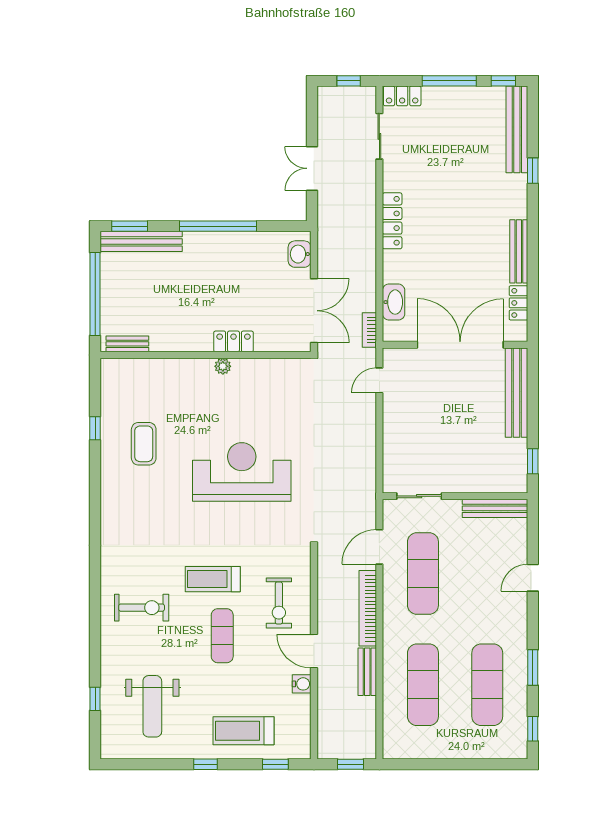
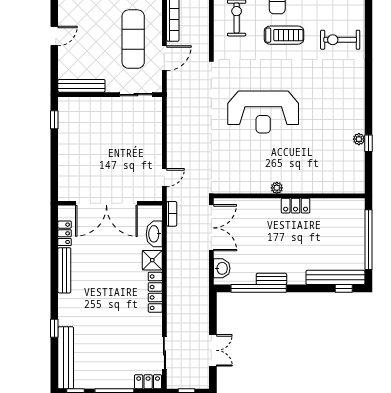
double door: (312, 168) -> (213, 350), moved
window: (130, 226) -> (344, 288), width x0.67
window: (218, 226) -> (259, 288), moved
shower: (396, 265) -> (152, 260), added
double door: (314, 311) -> (211, 228), swing flipped
locker: (234, 341) -> (296, 206), moved
bench: (127, 344) -> (271, 279), moved
bench: (517, 393) -> (66, 169), removed
plant: (108, 434) -> (359, 139), added
coffee table: (144, 444) -> (334, 132), removed
exercise bike: (142, 608) -> (340, 40), moved

